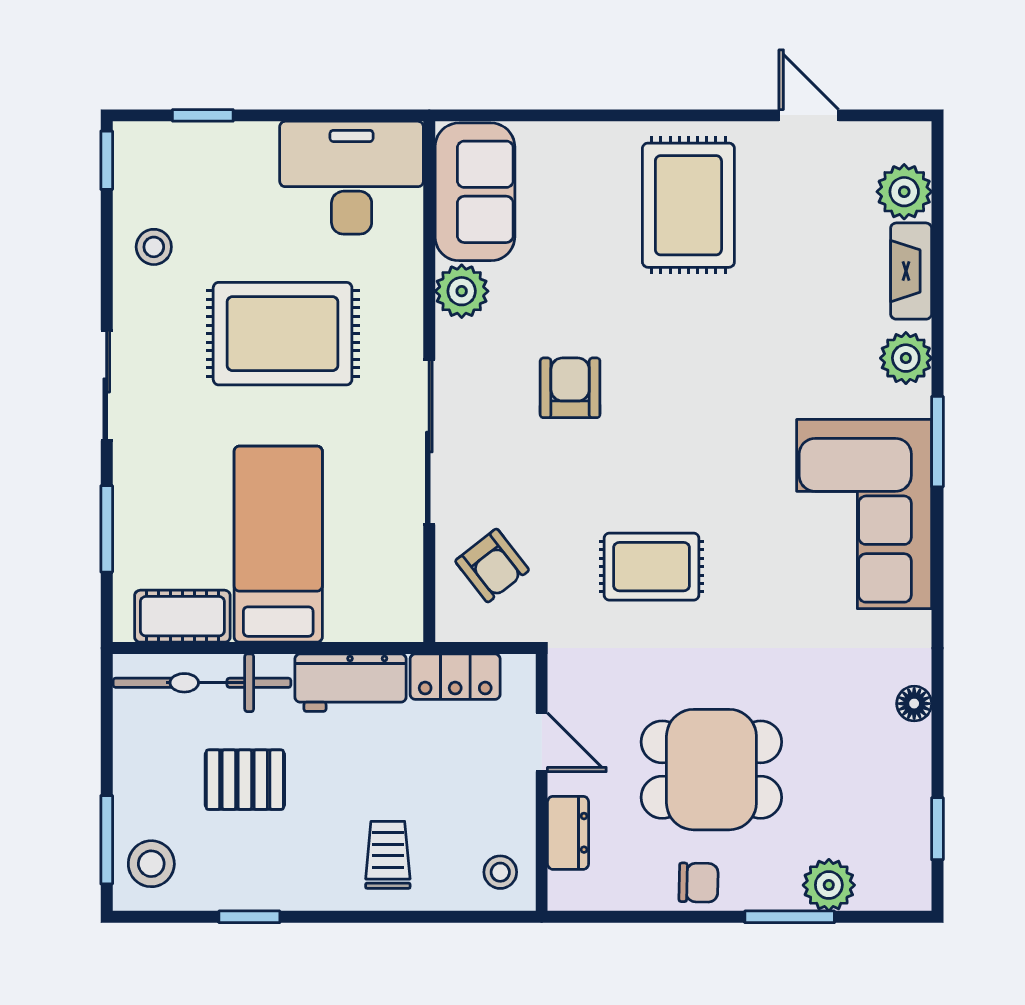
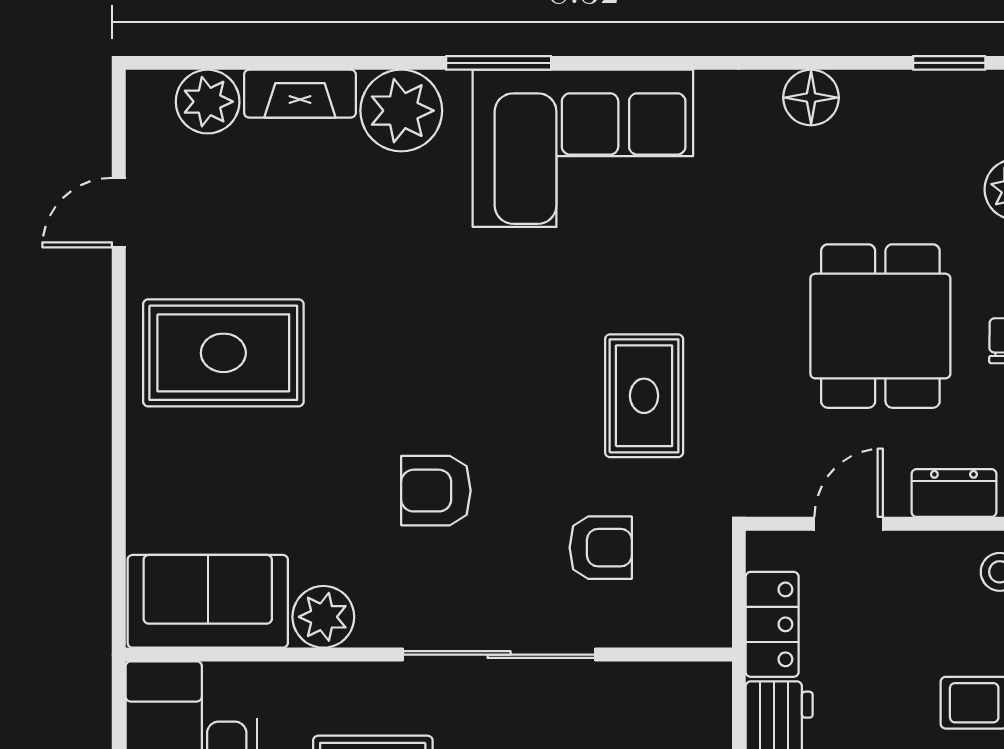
plant: (906, 358) -> (401, 111), width x1.36, depth x1.36
armchair: (492, 566) -> (601, 548), moved, turned 38
floor lamp: (914, 704) -> (811, 98), width x1.37, depth x1.37

